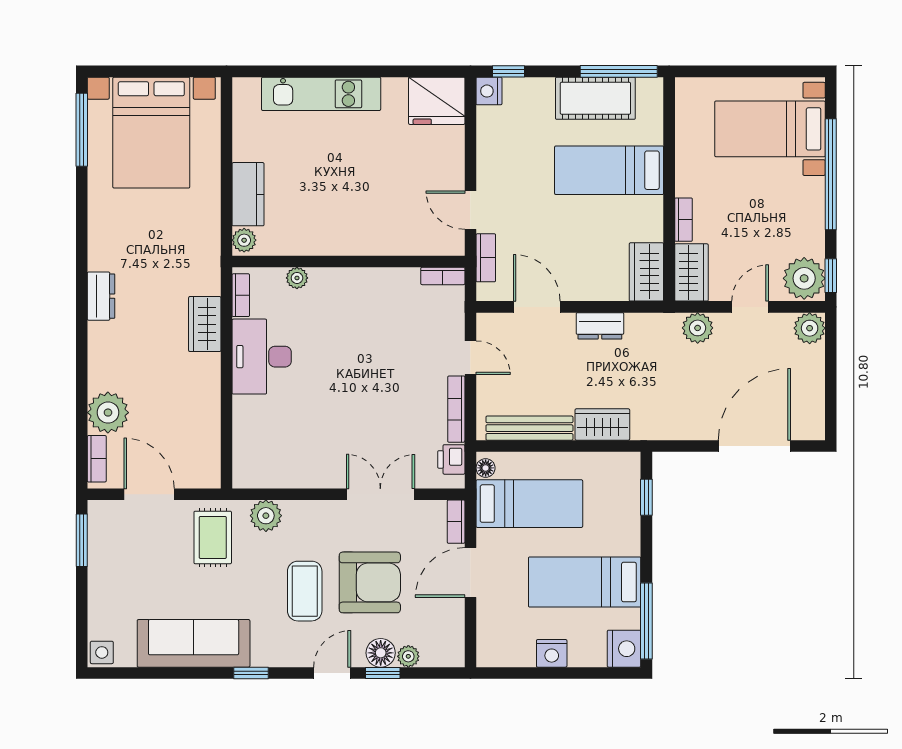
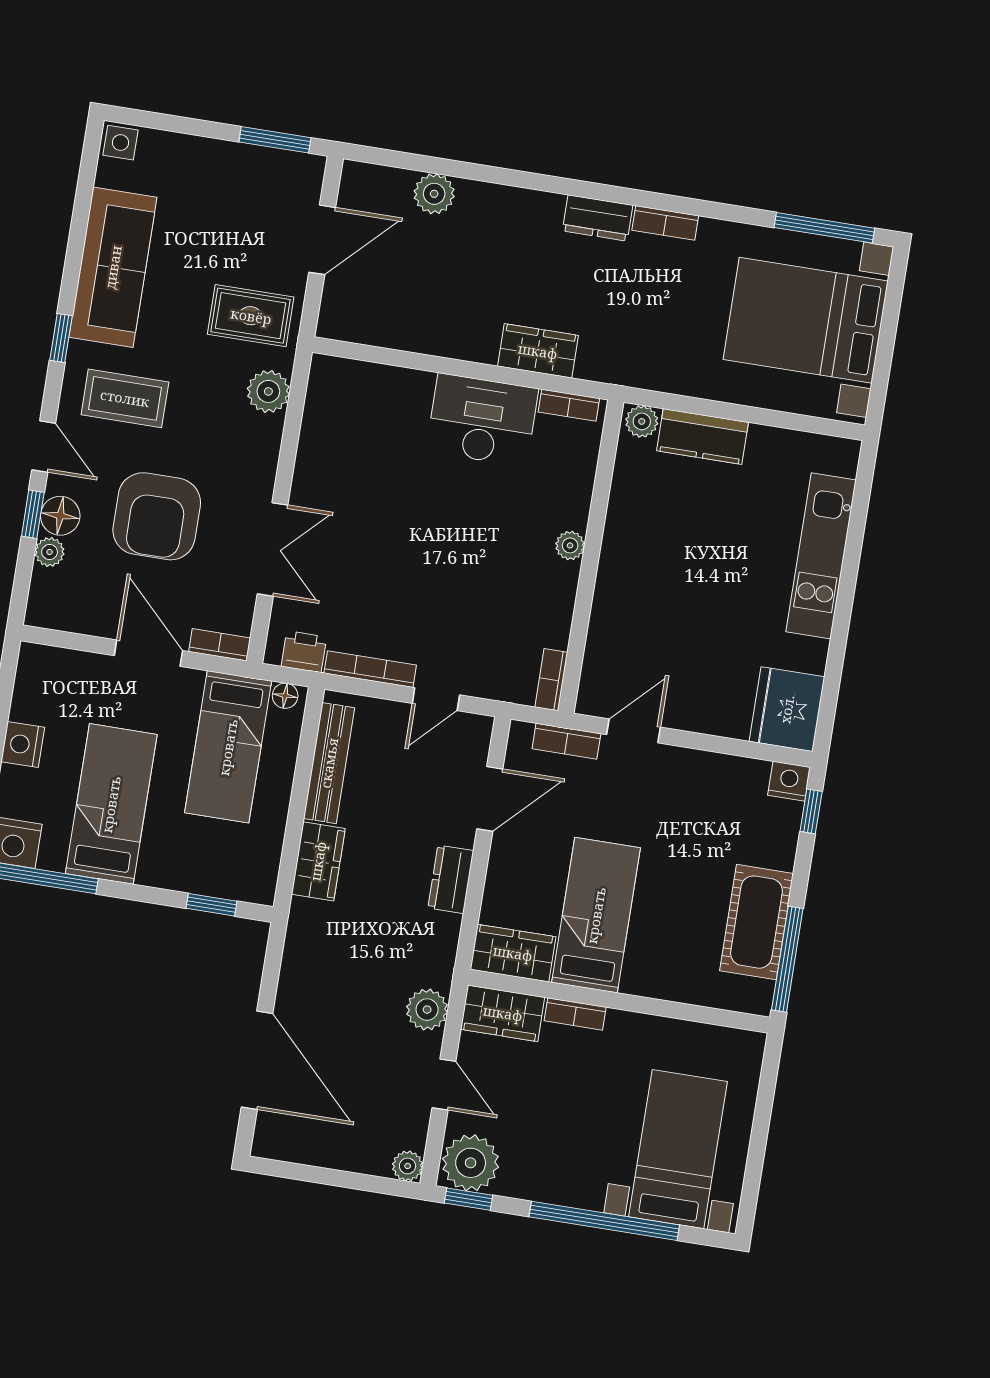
bed: (609, 170) -> (596, 915), moved
plant: (297, 278) -> (570, 545), moved
plant: (810, 328) -> (408, 1166), width x0.73, depth x0.73
plant: (108, 413) -> (434, 194), width x0.73, depth x0.73
bookcase: (97, 459) -> (665, 223), moved
coffee table: (305, 591) -> (125, 398), moved

